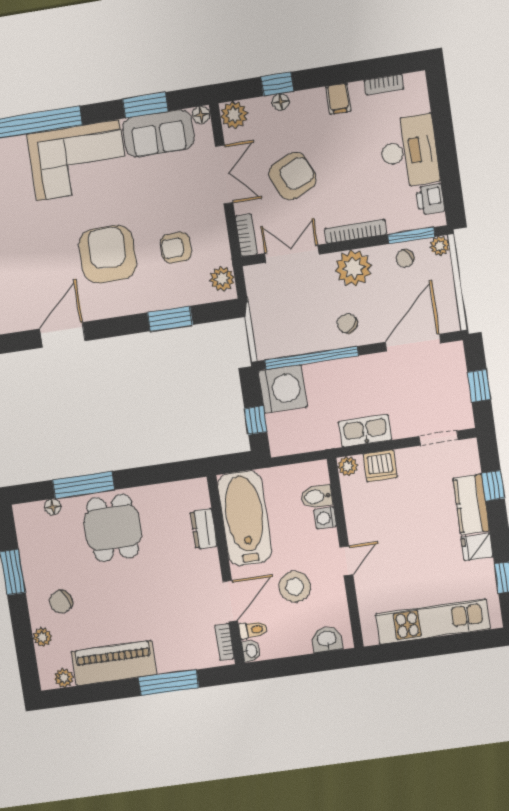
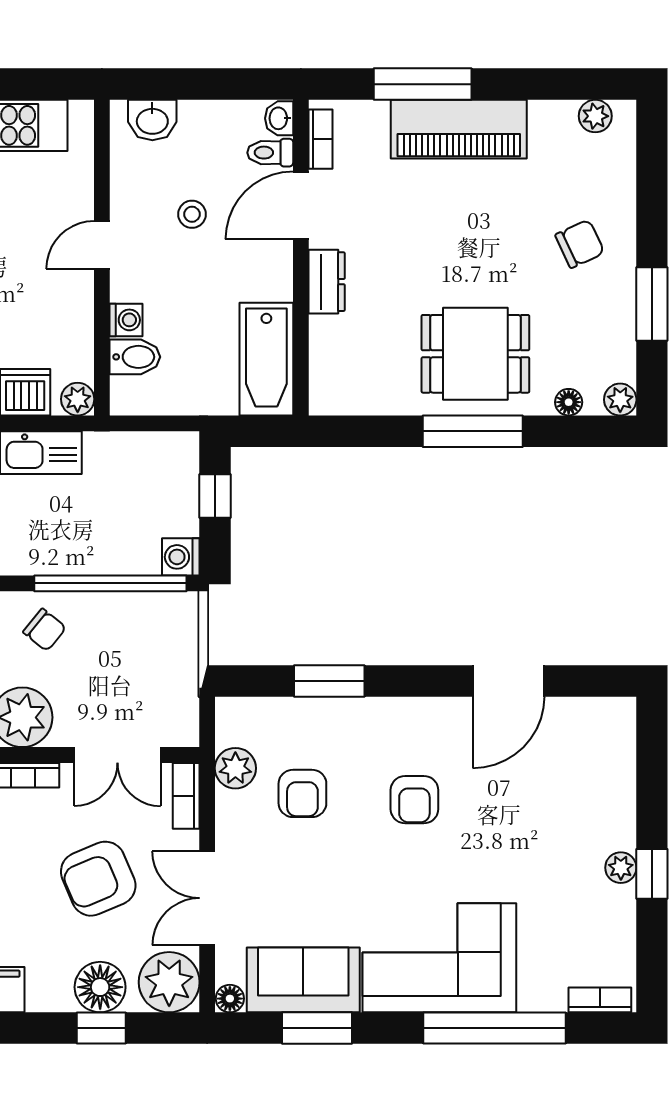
floor lamp: (280, 102) -> (100, 987), width x1.89, depth x1.89
plant: (234, 115) -> (169, 982), width x1.36, depth x1.36
armchair: (176, 248) -> (302, 793), turned 90
armchair: (108, 254) -> (414, 800), width x0.53, depth x0.53
plant: (222, 279) -> (235, 768), moved
washing machine: (283, 389) -> (181, 557), width x0.53, depth x0.53
window: (83, 485) -> (473, 431), moved
bathtub: (245, 518) -> (266, 359), width x0.73, depth x0.73
dining table: (113, 528) -> (475, 354), turned 90
dresser: (204, 529) -> (327, 282), moved
stool: (295, 587) -> (192, 214), width x0.53, depth x0.53
plant: (42, 637) -> (620, 400), moved
piano: (114, 663) -> (459, 129), moved

